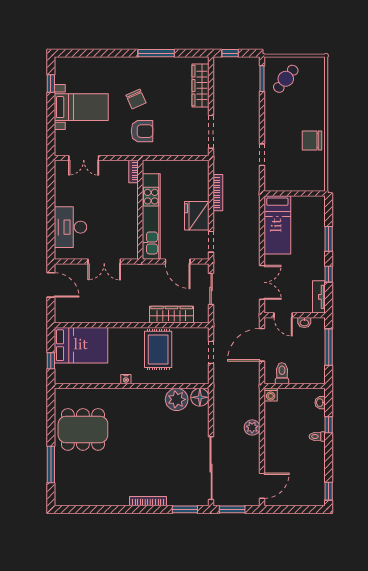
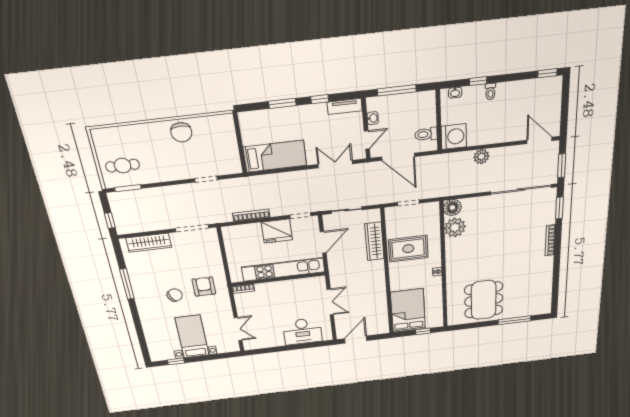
cafe table: (286, 79) -> (123, 166), turned -39
washing machine: (271, 395) -> (454, 137), width x1.89, depth x1.89

